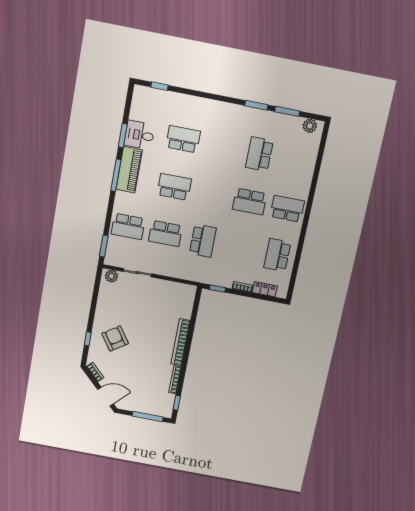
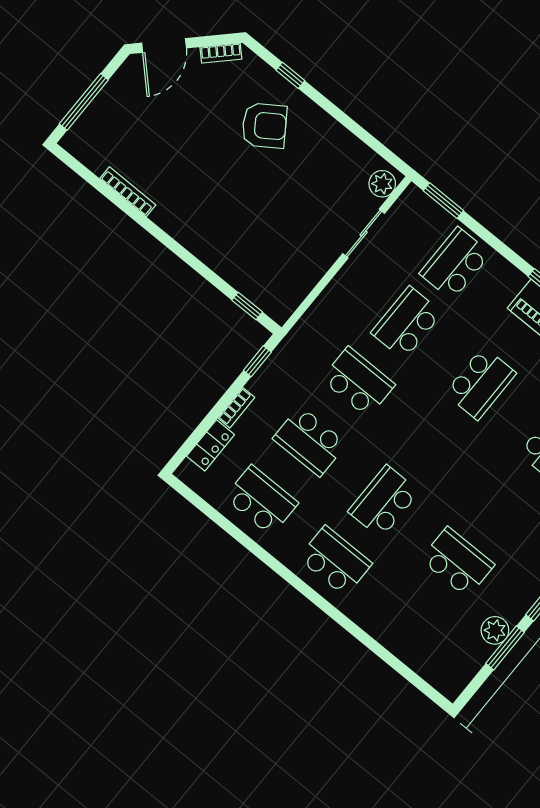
plant: (310, 126) -> (495, 630), moved
school desk: (287, 209) -> (335, 561), turned -90
school desk: (203, 241) -> (358, 382), turned 180
school desk: (240, 248) -> (310, 441), added
bookcase: (181, 342) -> (193, 241), removed
window: (177, 403) -> (247, 306), moved

